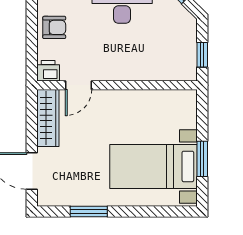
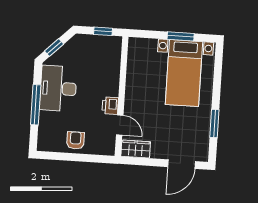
printer: (48, 71) -> (110, 106), moved
wardrobe: (48, 118) -> (136, 149), width x0.67

